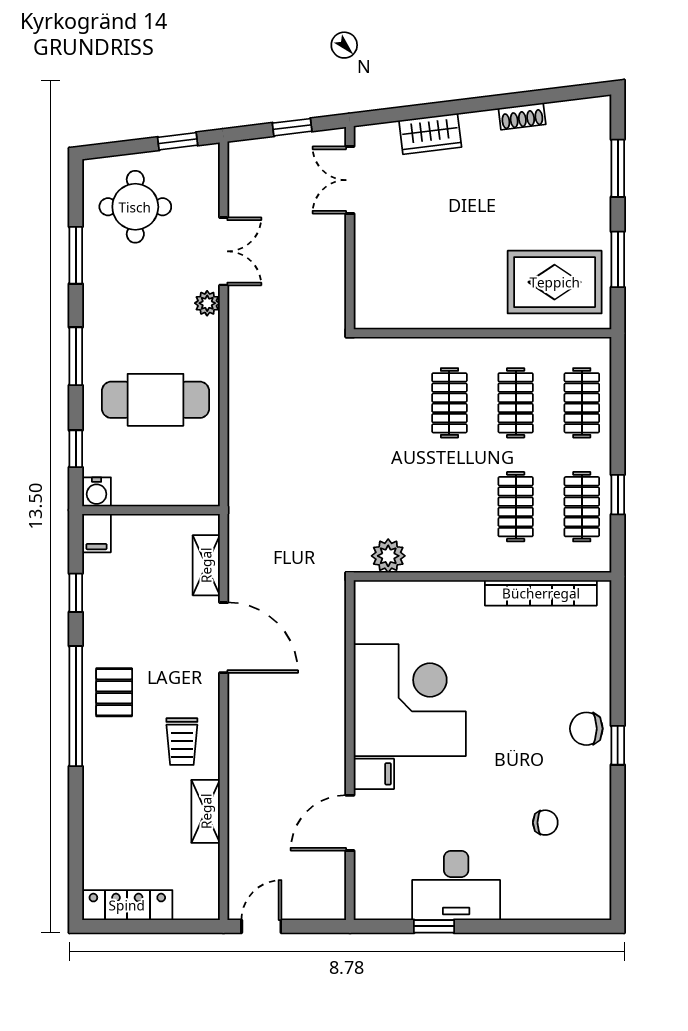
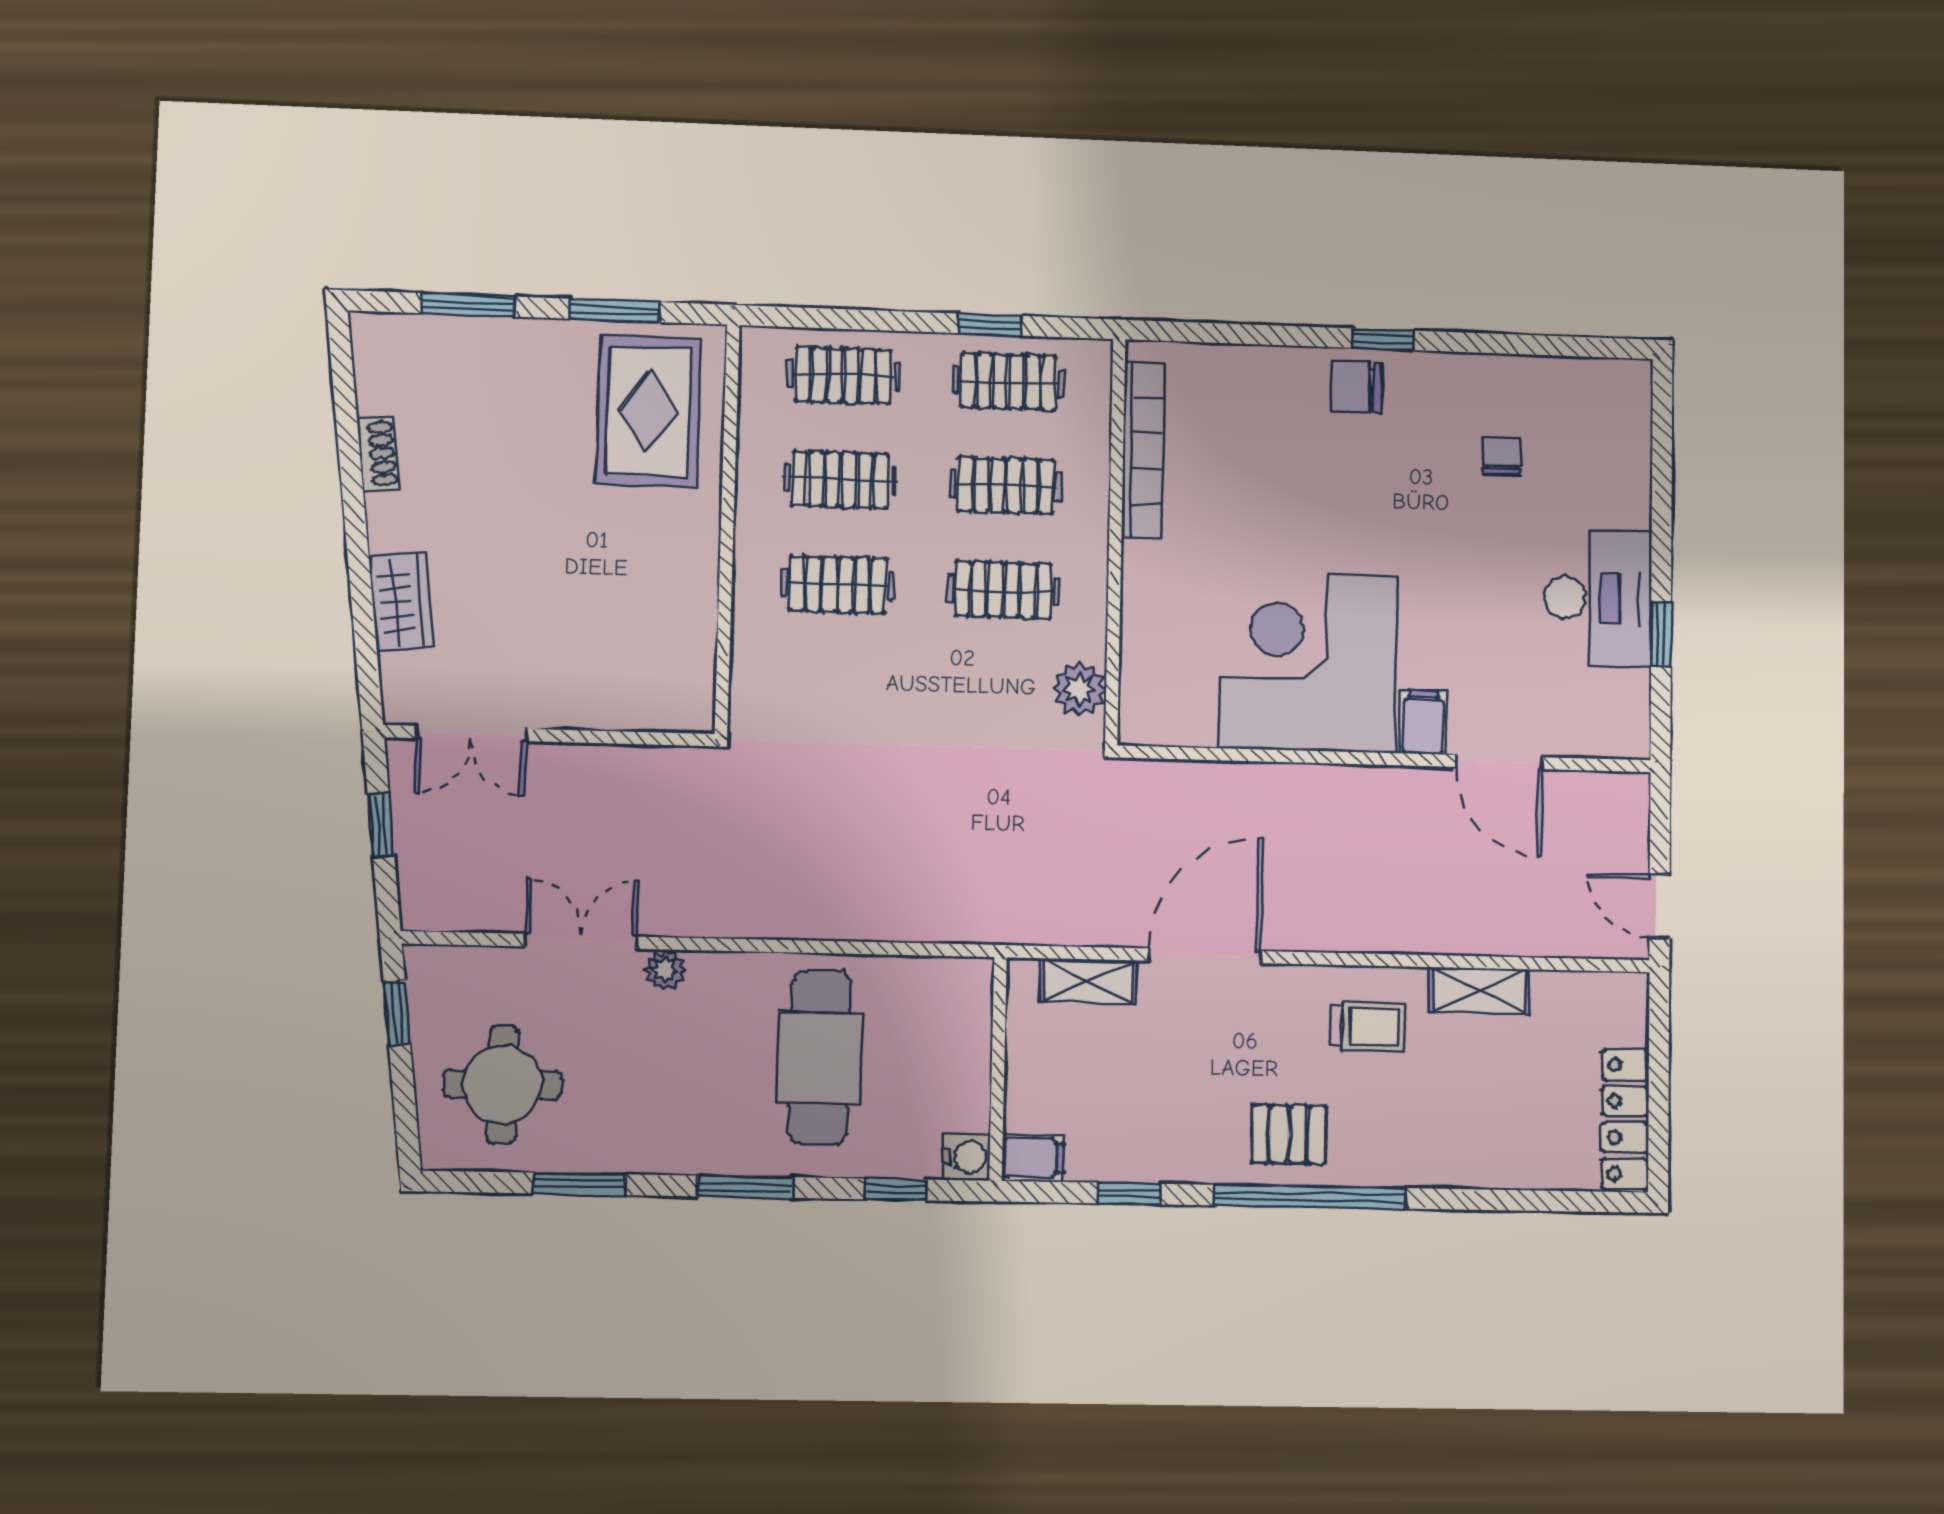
clothes rail: (449, 507) -> (1004, 590), added
chair: (586, 729) -> (1357, 387), turned 90

